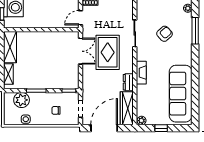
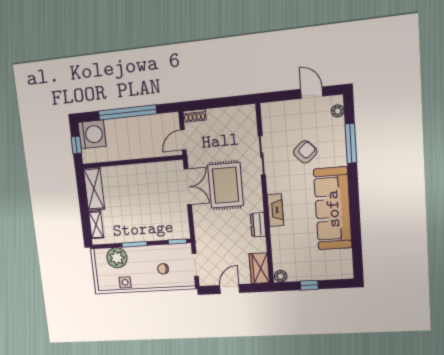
sofa: (181, 94) -> (333, 209), moved
wardrobe: (127, 108) -> (259, 268), width x0.67
door: (104, 128) -> (230, 289), width x0.53

